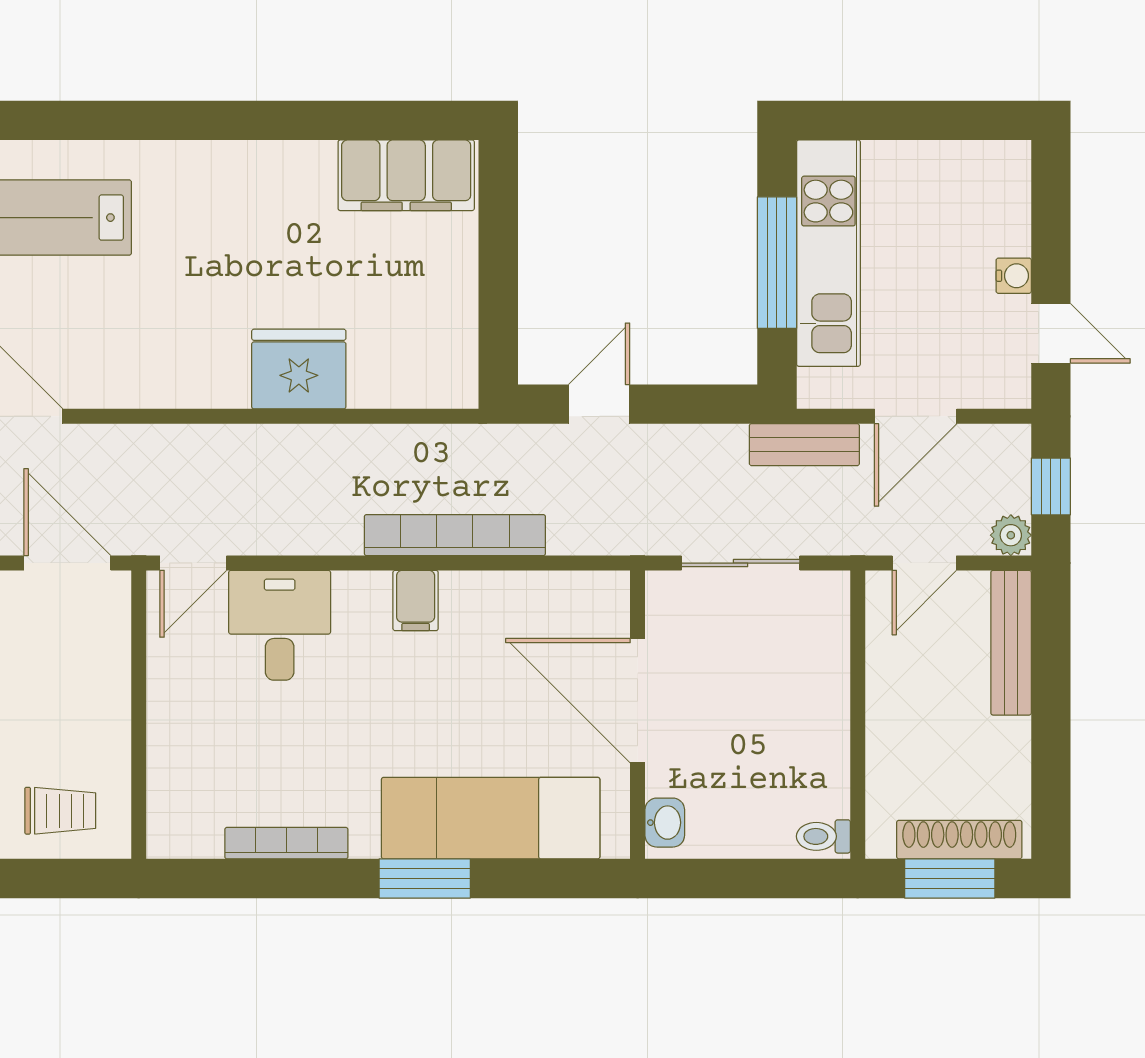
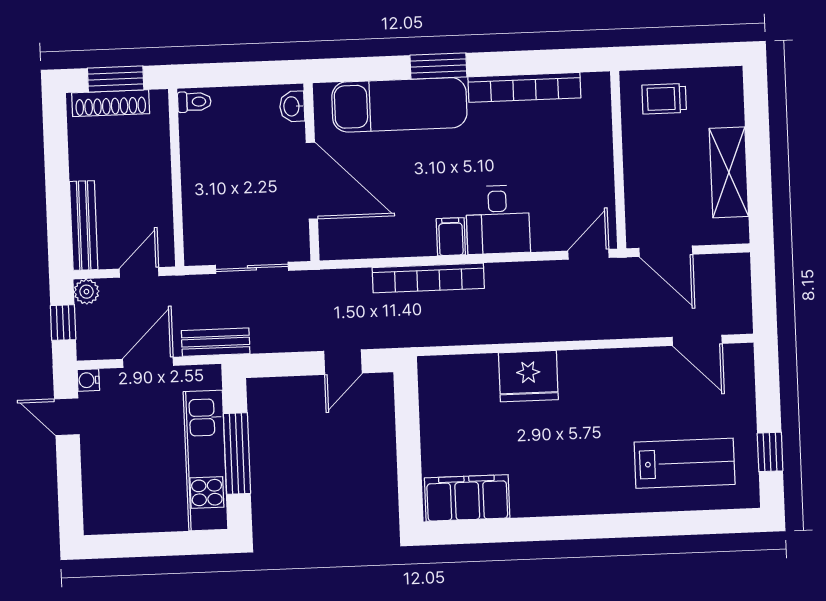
water cooler: (1014, 276) -> (88, 380), moved
desk: (280, 625) -> (498, 220), moved
bookcase: (286, 843) -> (524, 87), width x1.48, depth x1.31

